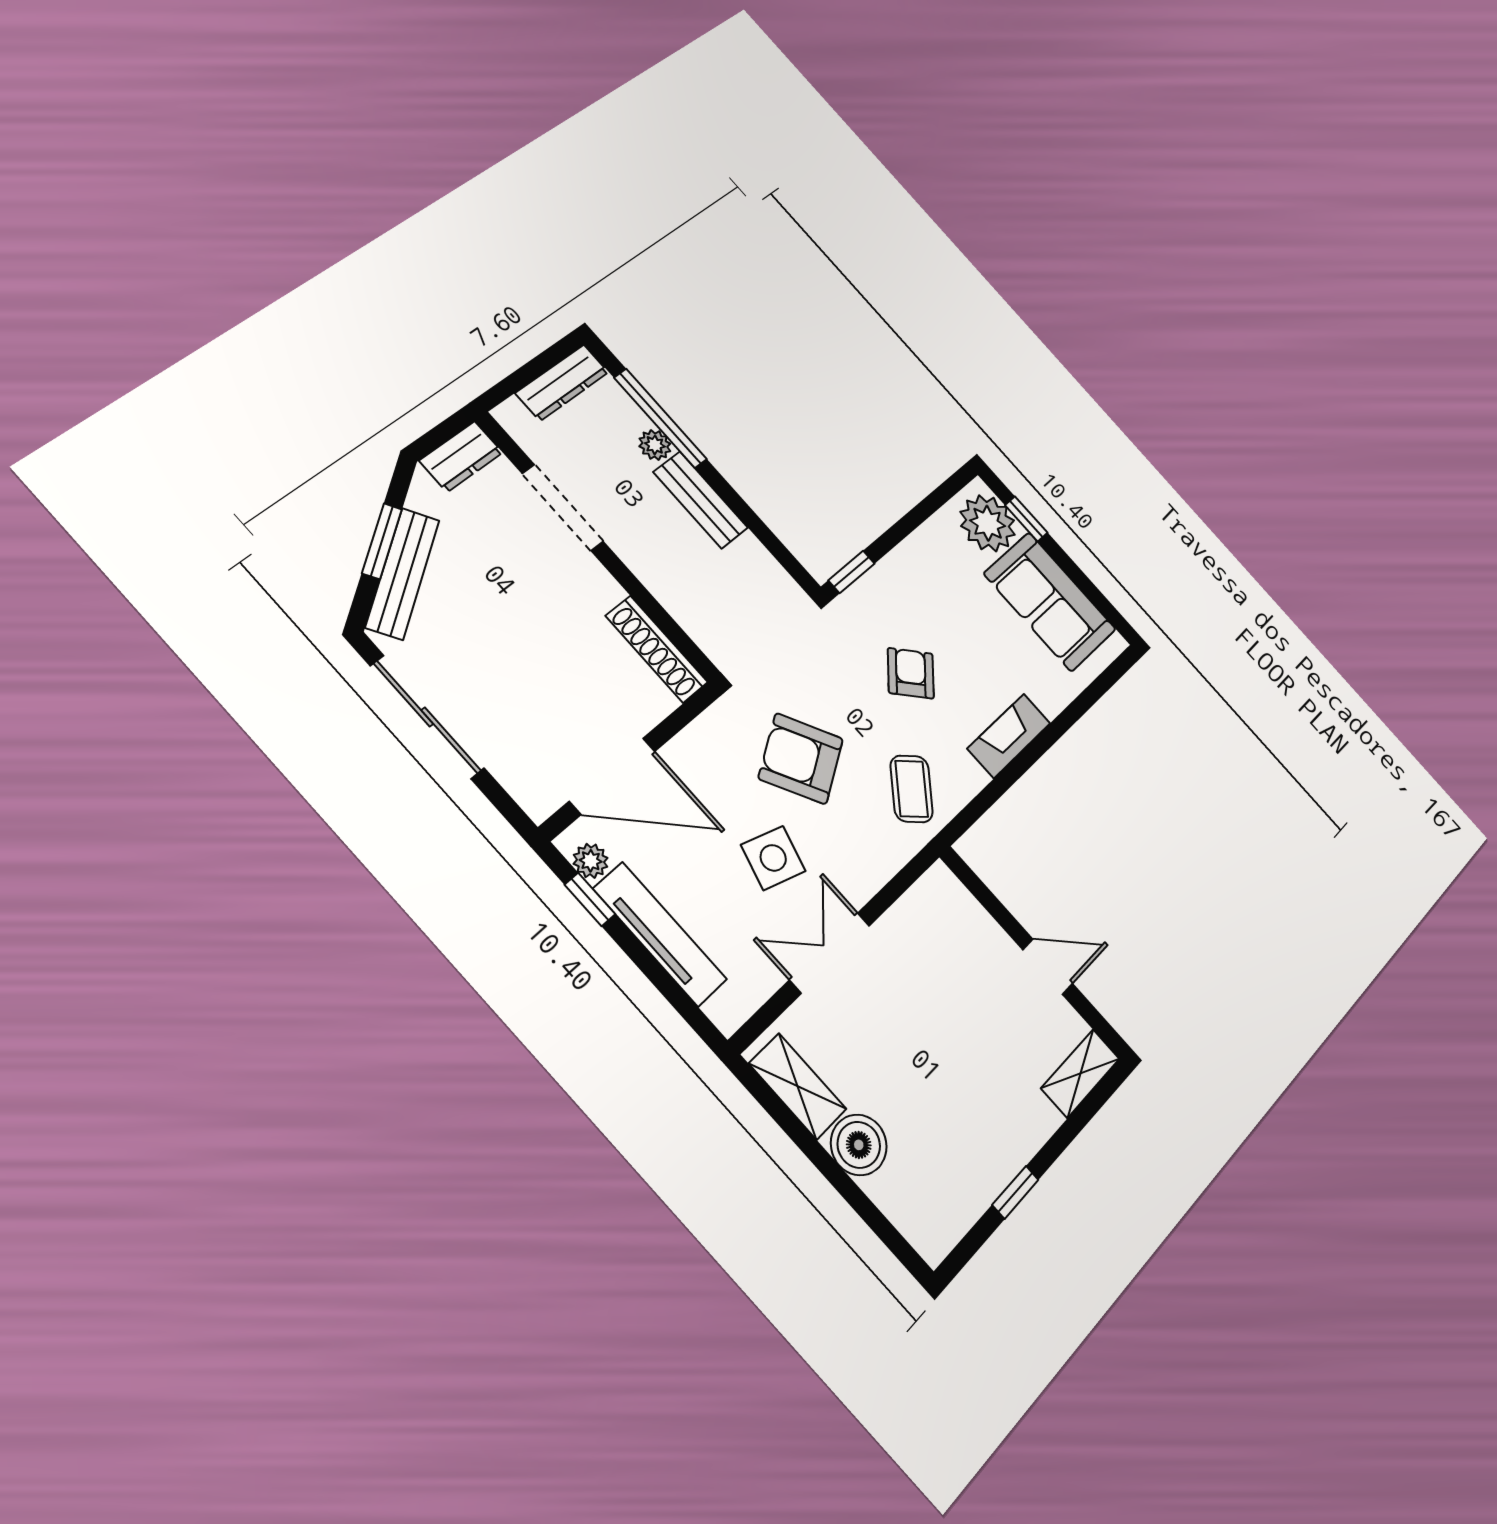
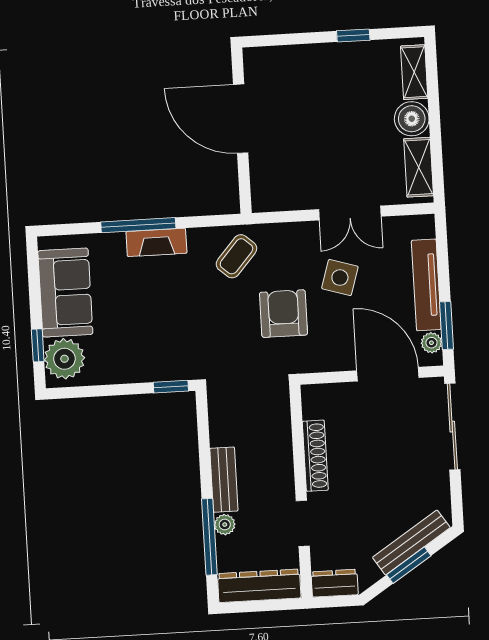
dresser: (562, 383) -> (259, 586), width x1.37, depth x1.24
doorway: (563, 508) -> (303, 523), width x0.73
shoe rack: (657, 649) -> (315, 456), moved
armchair: (911, 673) -> (184, 313), removed
sliding door: (427, 717) -> (452, 427), moved
window: (1044, 741) -> (138, 225), added
armchair: (801, 759) -> (284, 314), turned -150
window: (590, 899) -> (446, 325), width x1.50
door: (1048, 967) -> (241, 119), width x1.88
shelving: (1080, 1073) -> (414, 72), moved, turned 90

